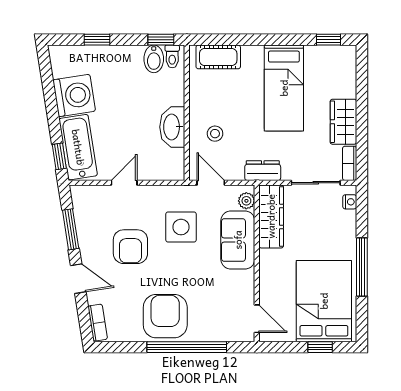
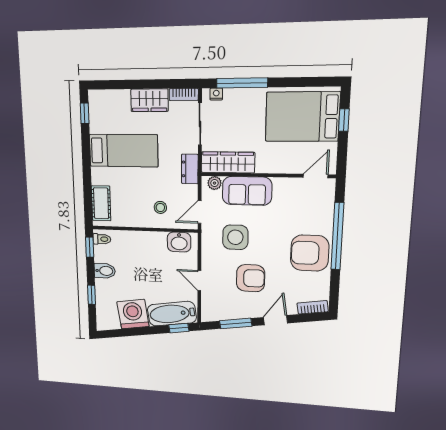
bidet: (154, 59) -> (105, 271), moved
washbasin: (172, 127) -> (179, 242), moved, width x0.72
window: (362, 267) -> (242, 83), moved

